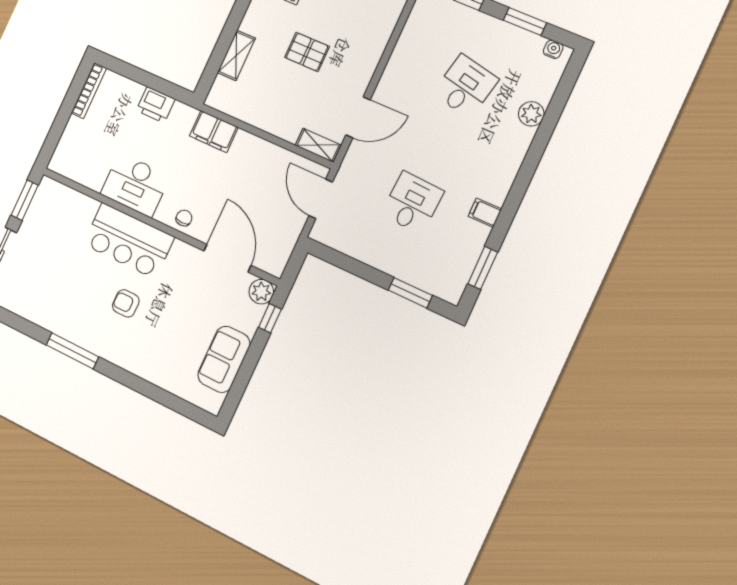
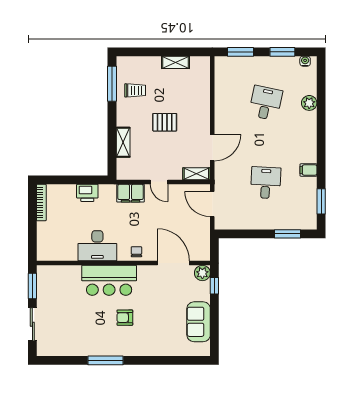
door: (260, 133) -> (159, 182), added

